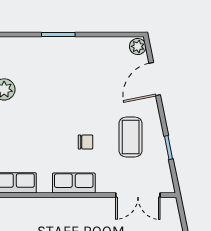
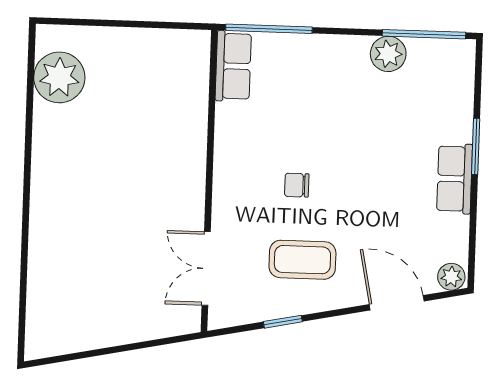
chair: (86, 142) -> (297, 185), turned 90
row of seats: (74, 183) -> (455, 179), moved, turned 180

